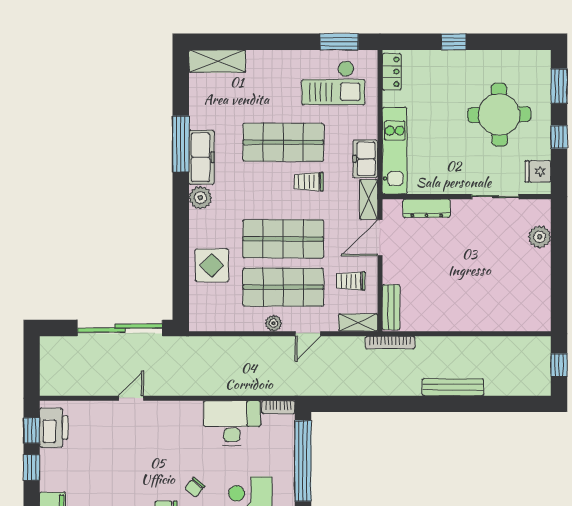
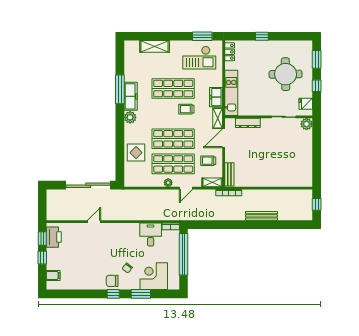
shelving: (217, 61) -> (155, 46), moved
plant: (540, 237) -> (307, 124), moved
desk: (232, 423) -> (151, 235), width x0.73

